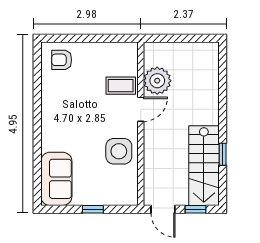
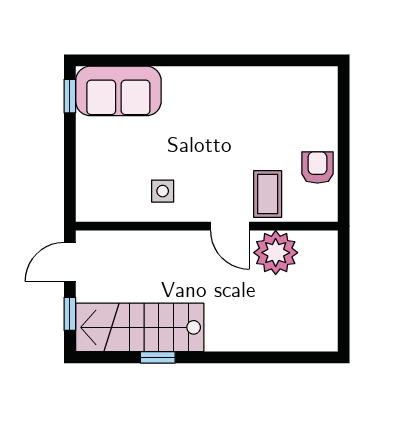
armchair: (62, 60) -> (317, 168), moved
side table: (119, 151) -> (163, 191), width x0.54, depth x0.54
window: (93, 209) -> (70, 96), moved

